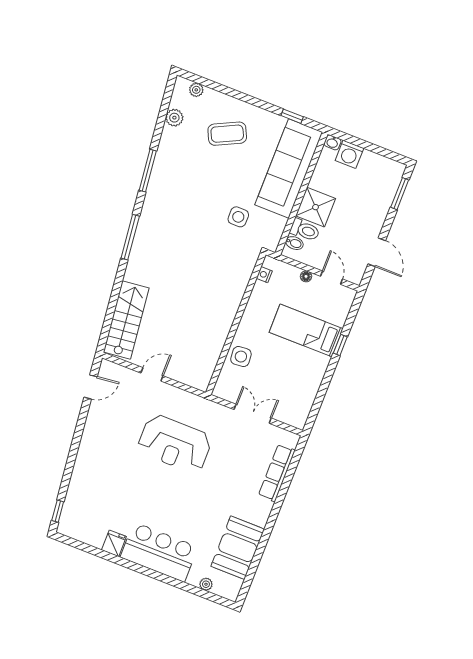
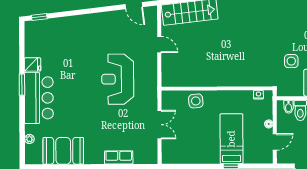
row of seats: (277, 473) -> (119, 157), width x0.68
window: (134, 567) -> (22, 85), added

